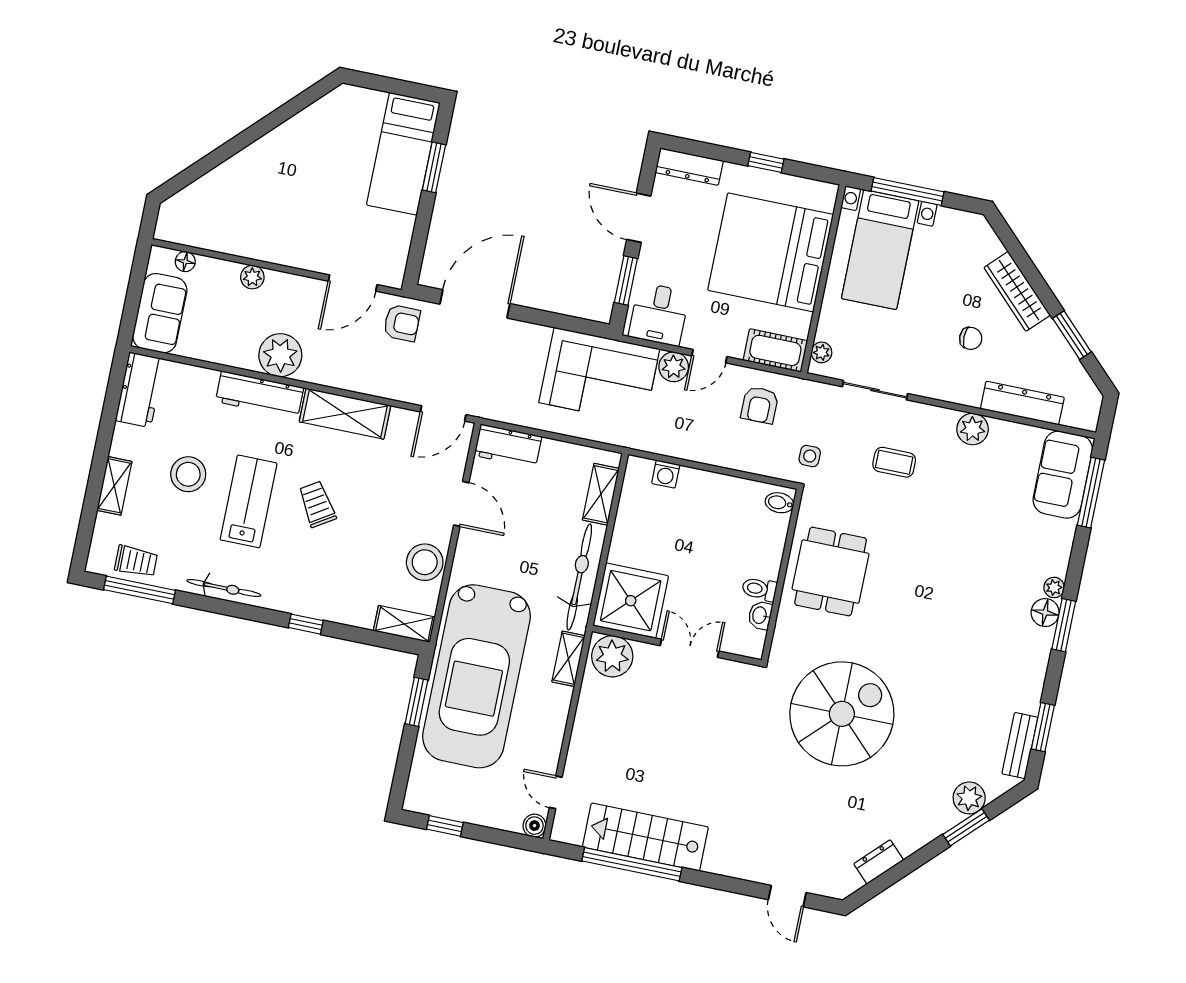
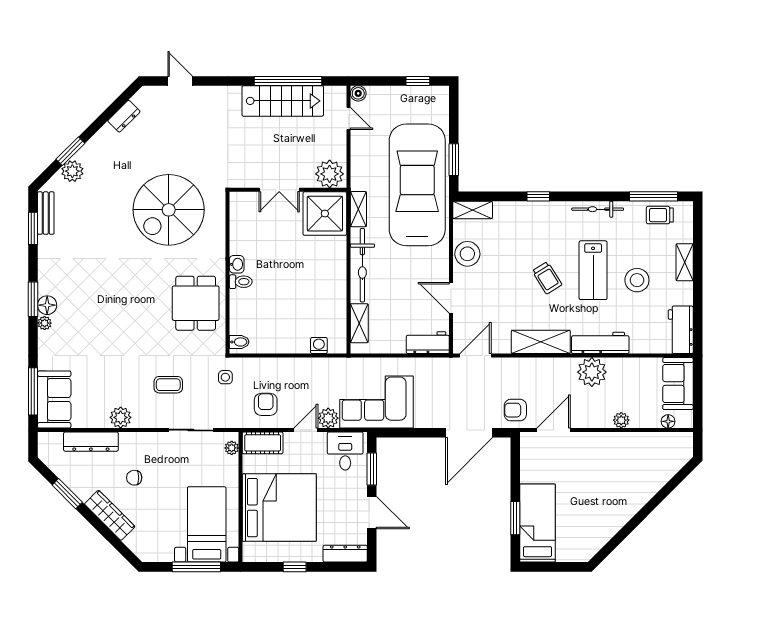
shower: (631, 601) -> (325, 214), moved
wall: (677, 646) -> (288, 190), moved
double door: (689, 648) -> (279, 190), moved
plant: (612, 656) -> (330, 174), moved

